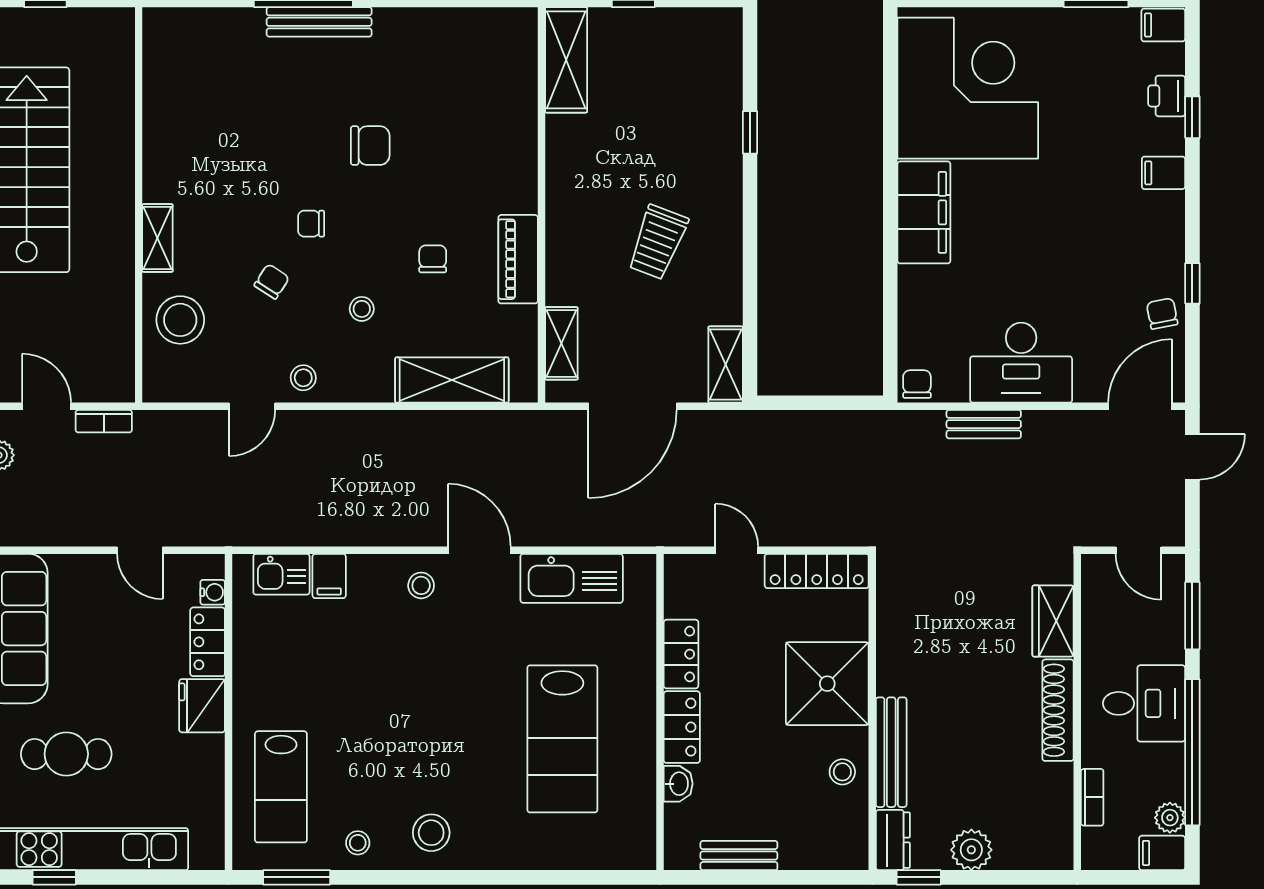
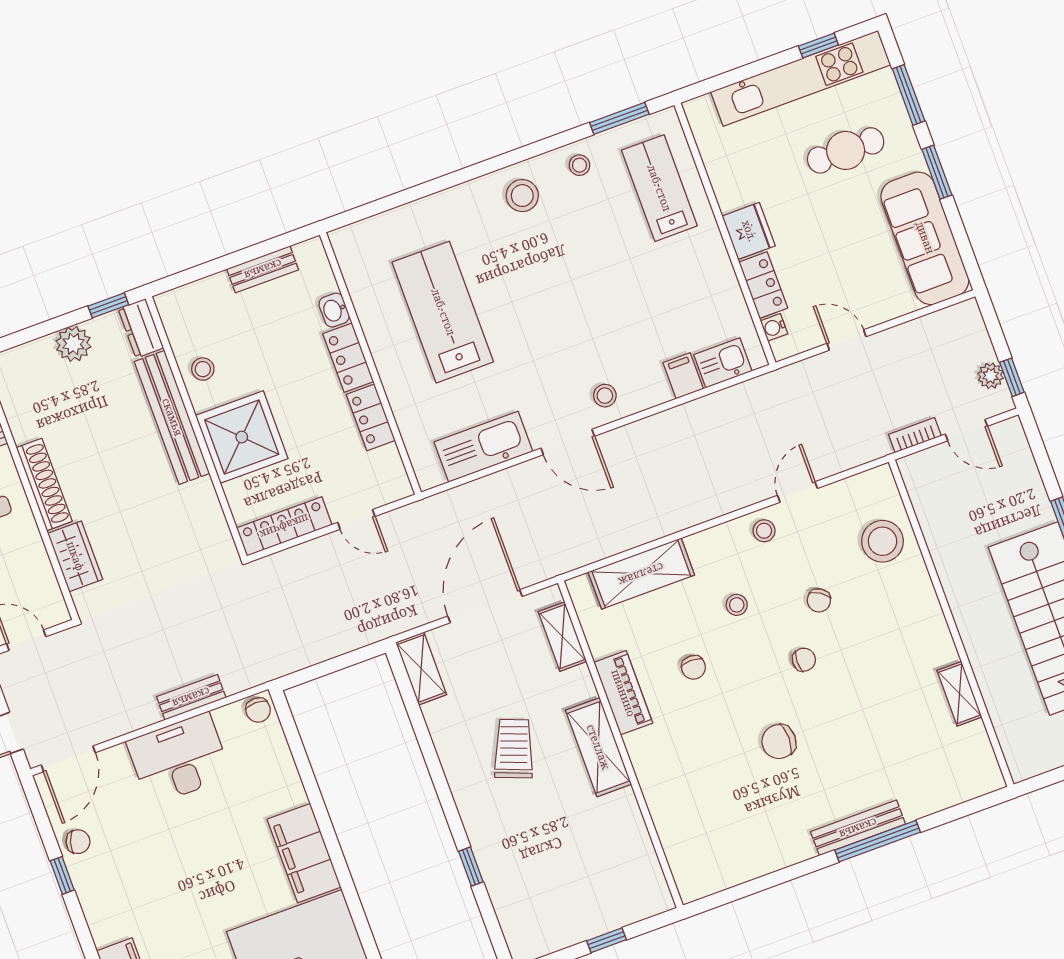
shelving: (566, 60) -> (598, 747), moved
shelving: (157, 238) -> (959, 694), moved
chair: (1162, 314) -> (78, 842), turned -62
bench: (891, 752) -> (172, 417), width x1.37, depth x1.21

